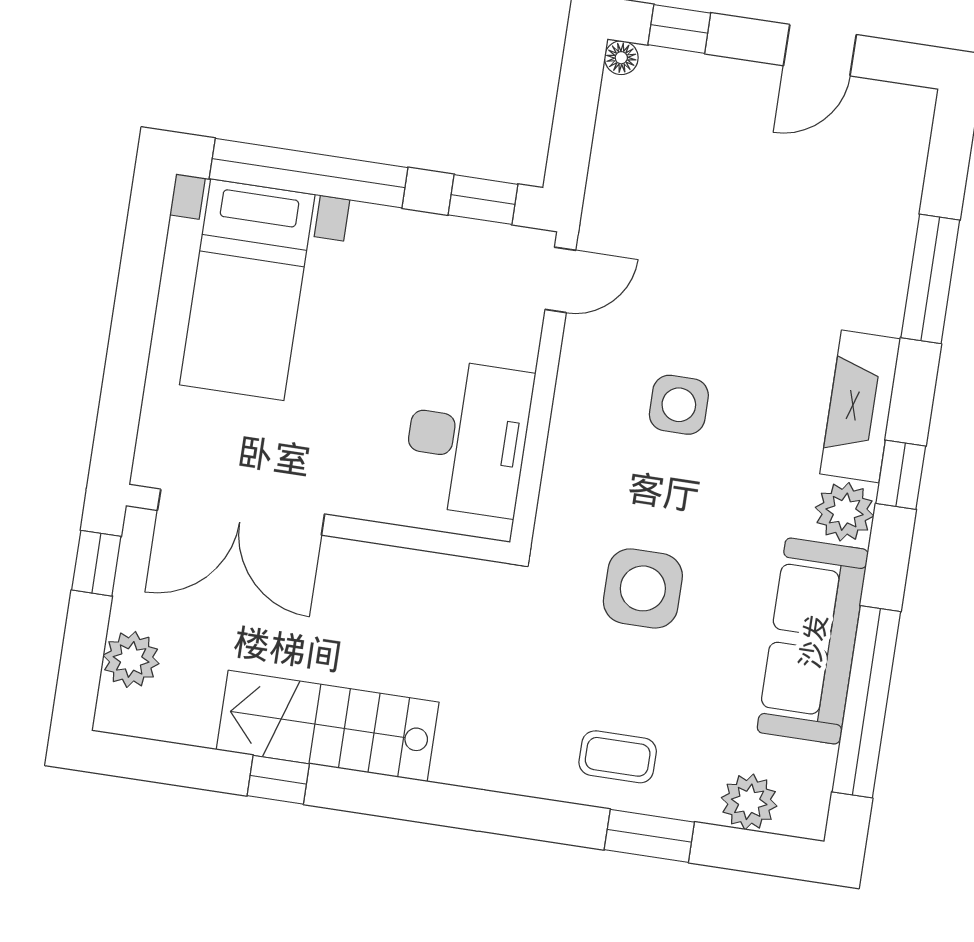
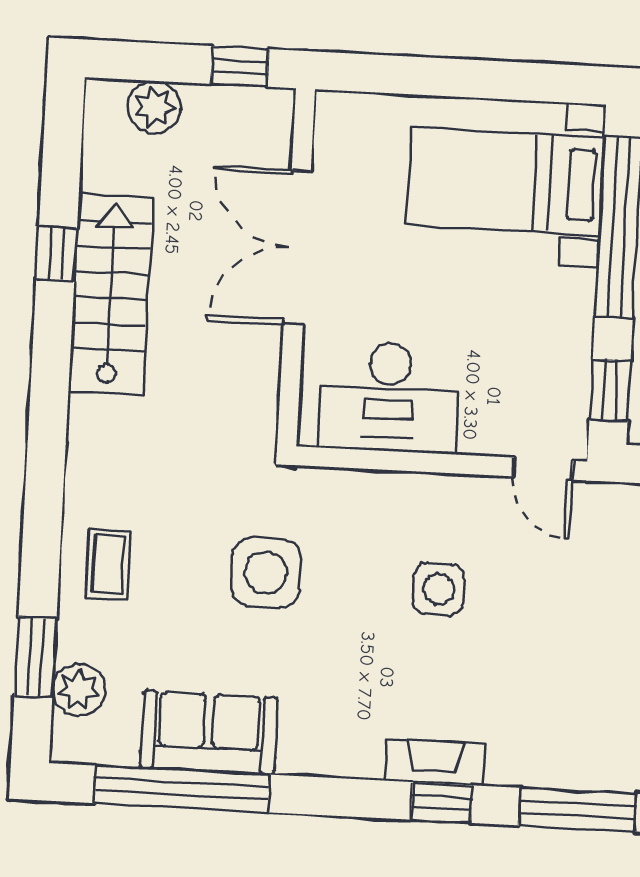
fireplace: (860, 406) -> (435, 762), width x0.73, depth x0.76
window: (901, 475) -> (441, 803), moved
double door: (241, 512) -> (297, 248), moved
plant: (845, 512) -> (355, 752), removed
sofa: (813, 641) -> (209, 733), width x0.73
window: (649, 836) -> (35, 657), moved

